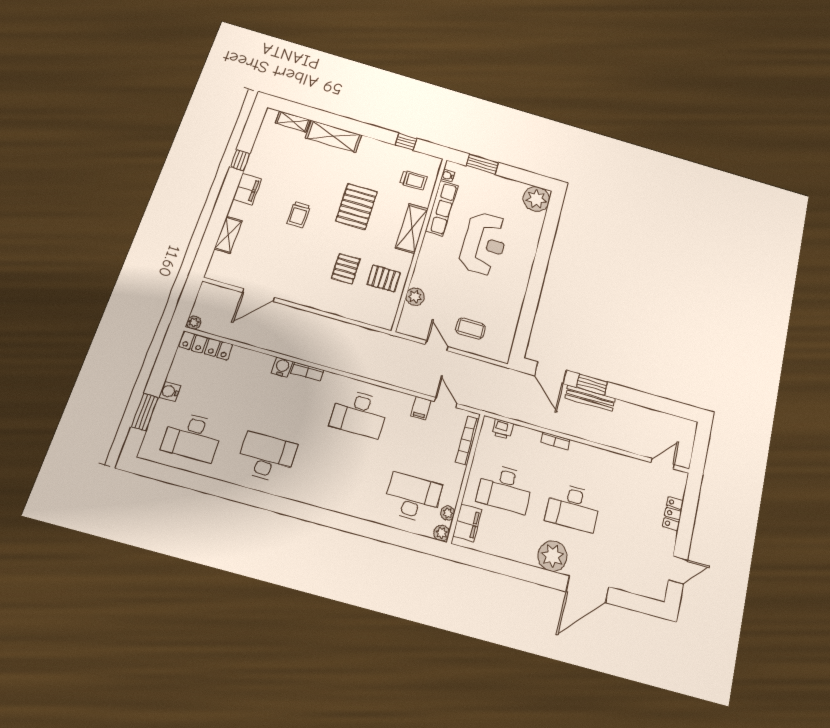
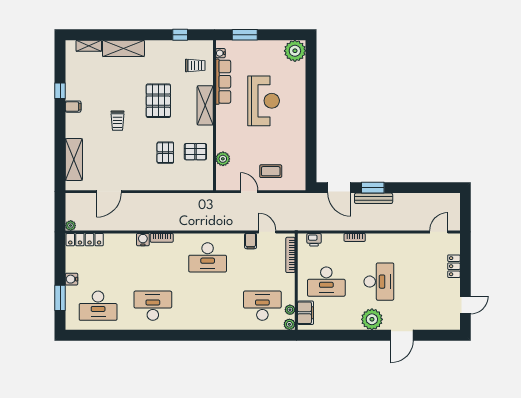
filing cabinet: (247, 189) -> (73, 107), width x0.50
shelving: (228, 235) -> (74, 159), width x1.50, depth x1.33
desk: (573, 507) -> (379, 282), turned -90
door: (587, 589) -> (402, 335), width x0.73

